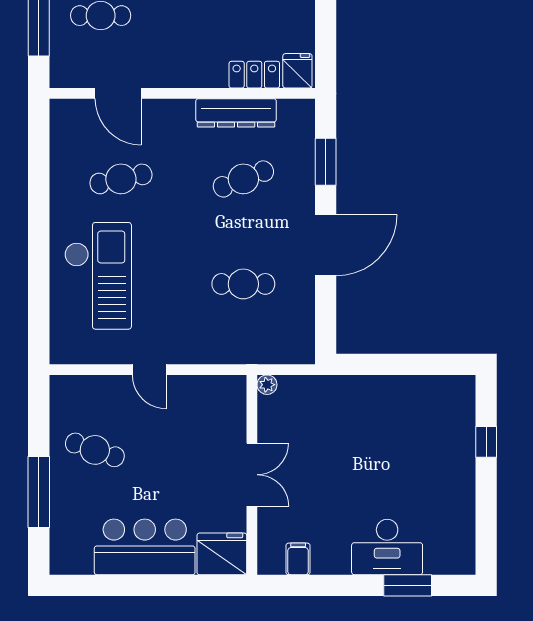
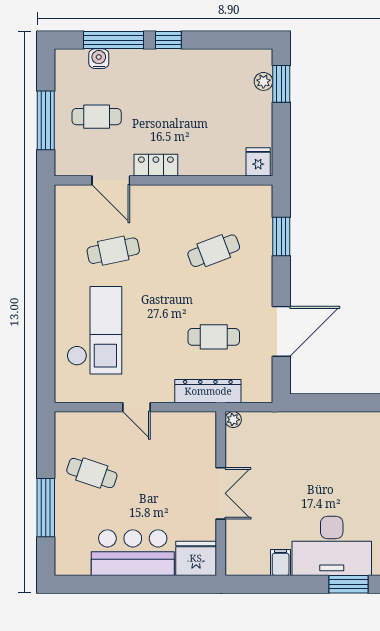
locker: (254, 75) -> (156, 165), moved
dresser: (236, 113) -> (208, 391), moved, turned 180
door: (326, 245) -> (281, 331), moved
desk: (387, 547) -> (332, 546), width x1.36, depth x1.30
filing cabinet: (298, 559) -> (281, 562), moved

